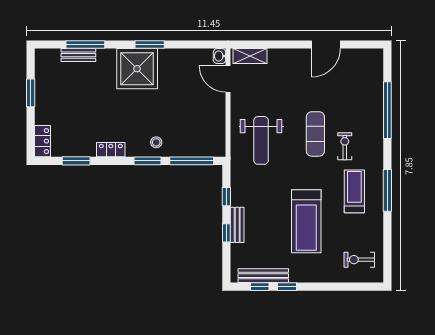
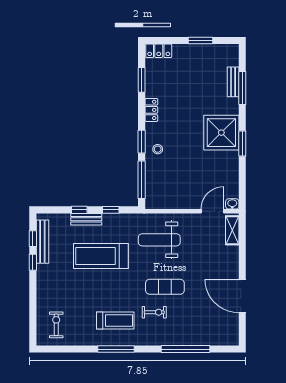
door: (326, 45) -> (242, 296), width x1.36
treadmill: (306, 221) -> (101, 256), moved

